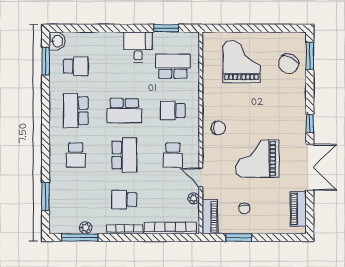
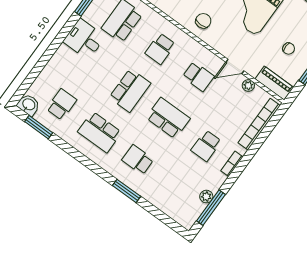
school desk: (76, 155) -> (138, 160), turned 180
window: (46, 196) -> (126, 191), moved
bookcase: (125, 229) -> (232, 164), width x0.64

